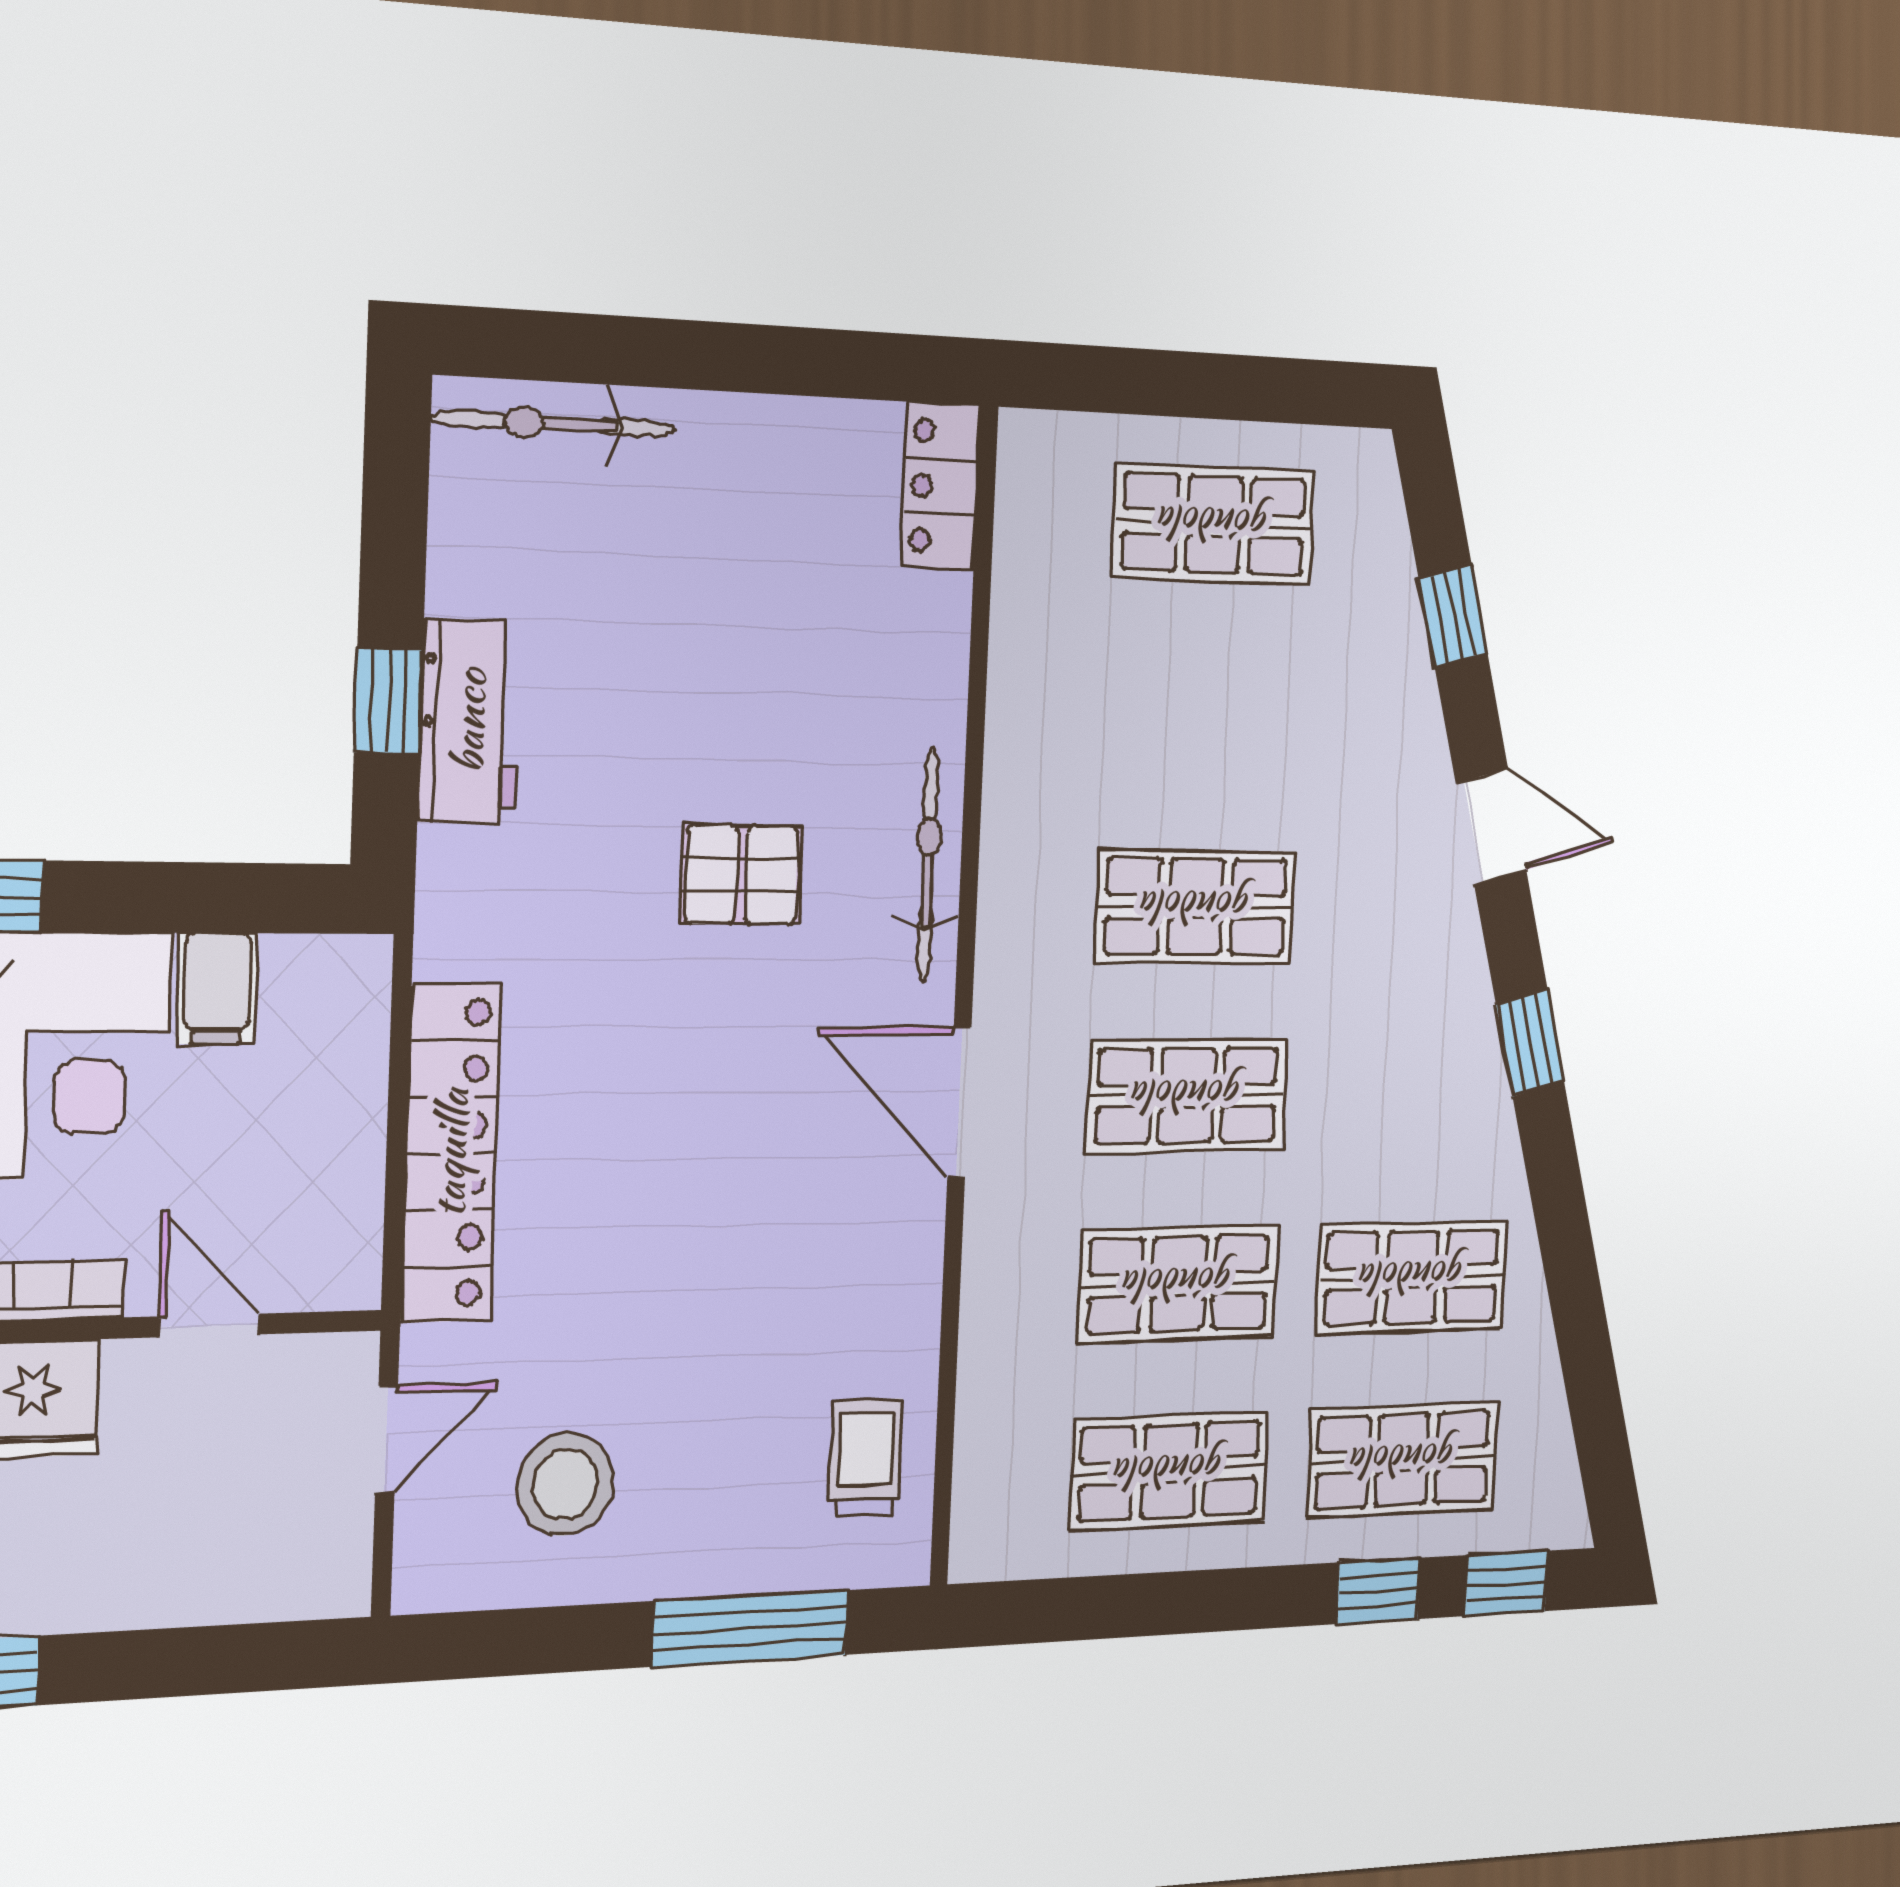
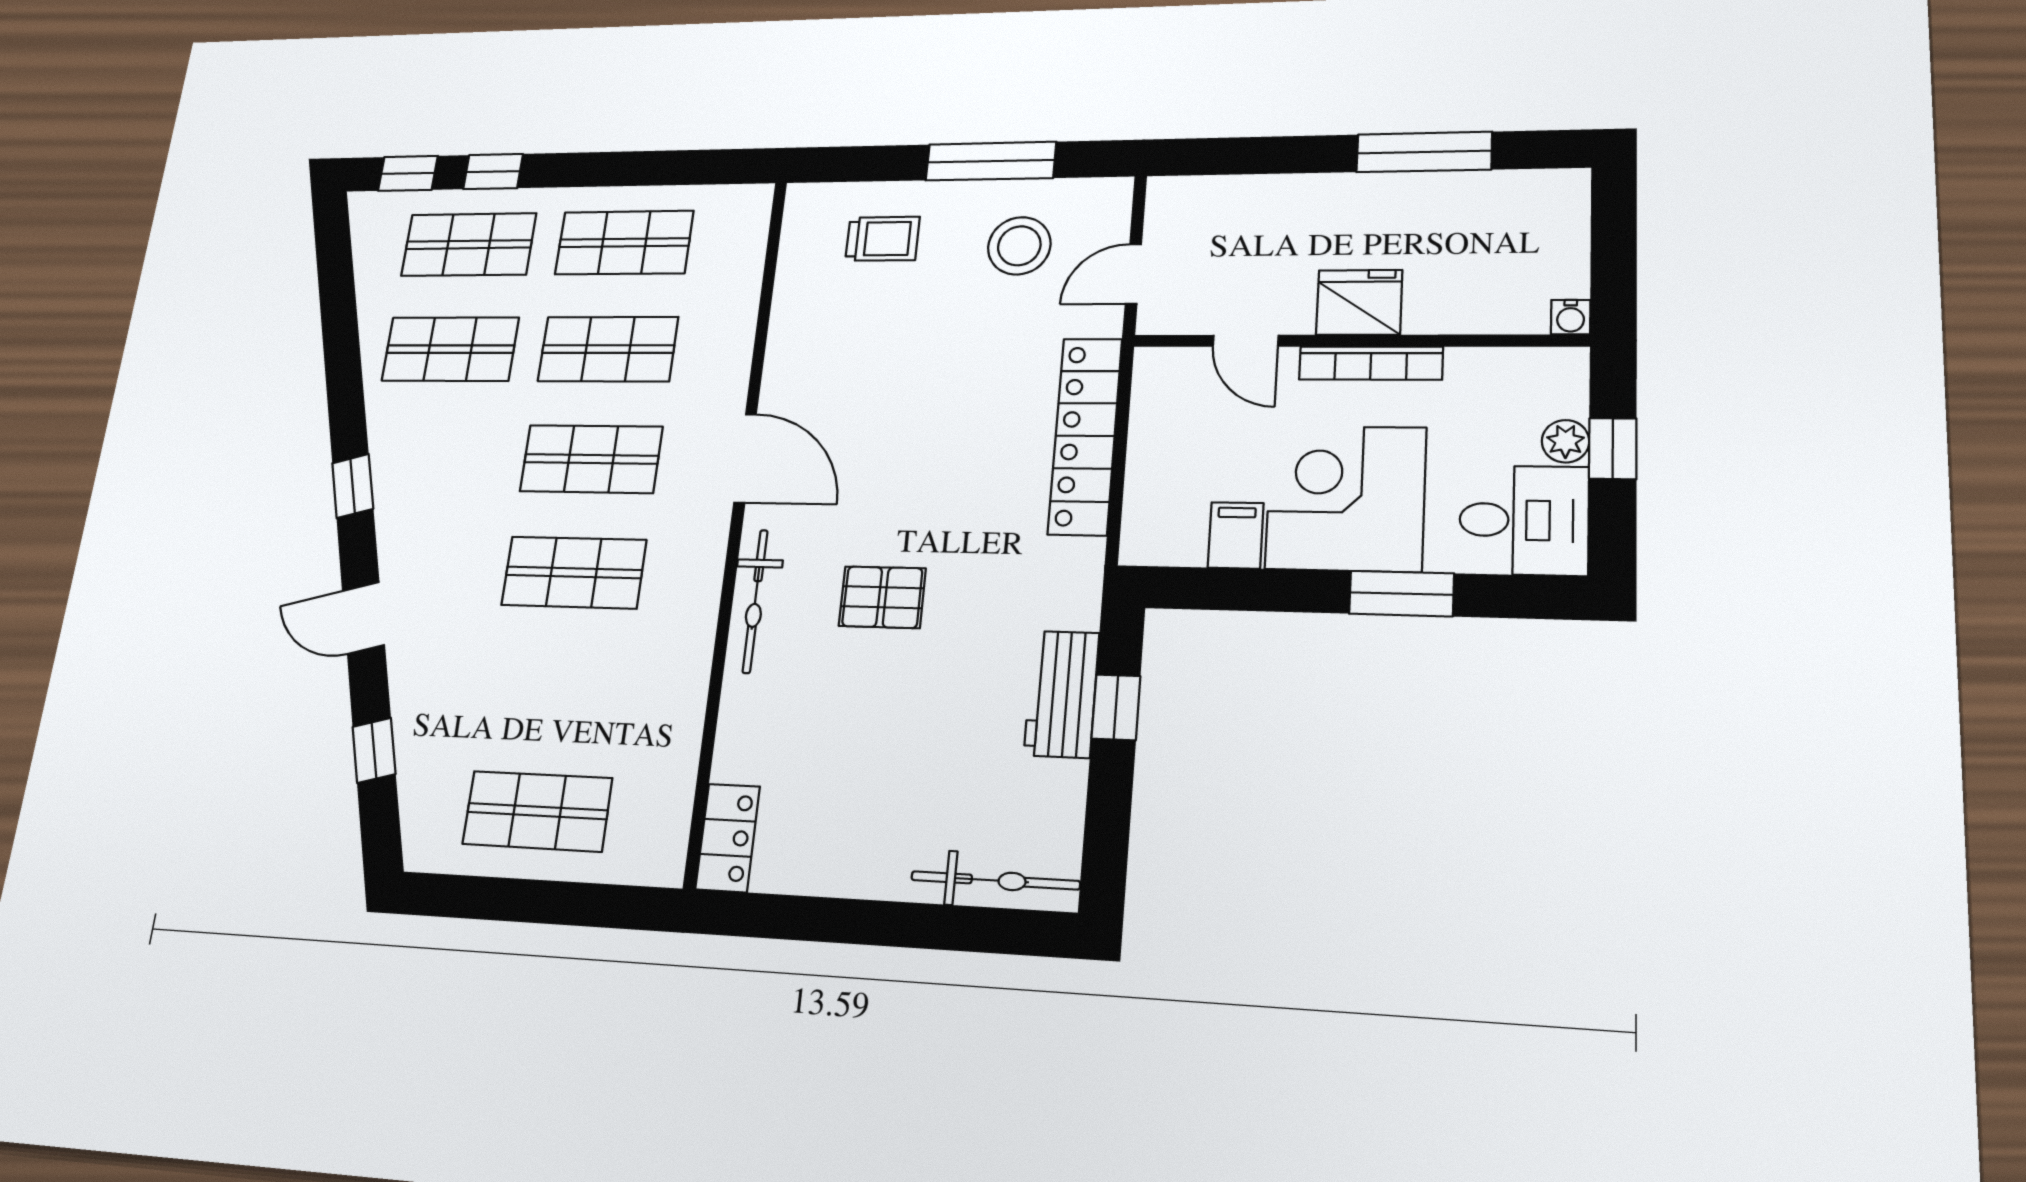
trolley: (866, 1458) -> (883, 239), moved, turned -90
window: (750, 1628) -> (991, 161), moved

